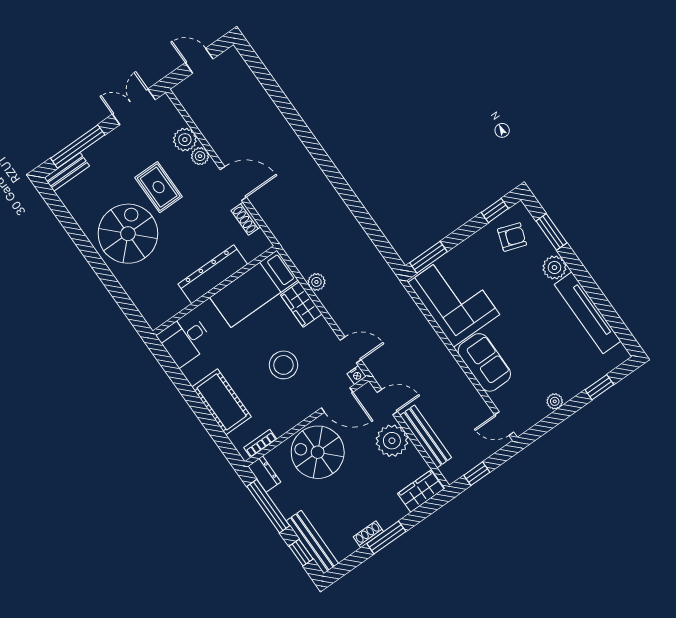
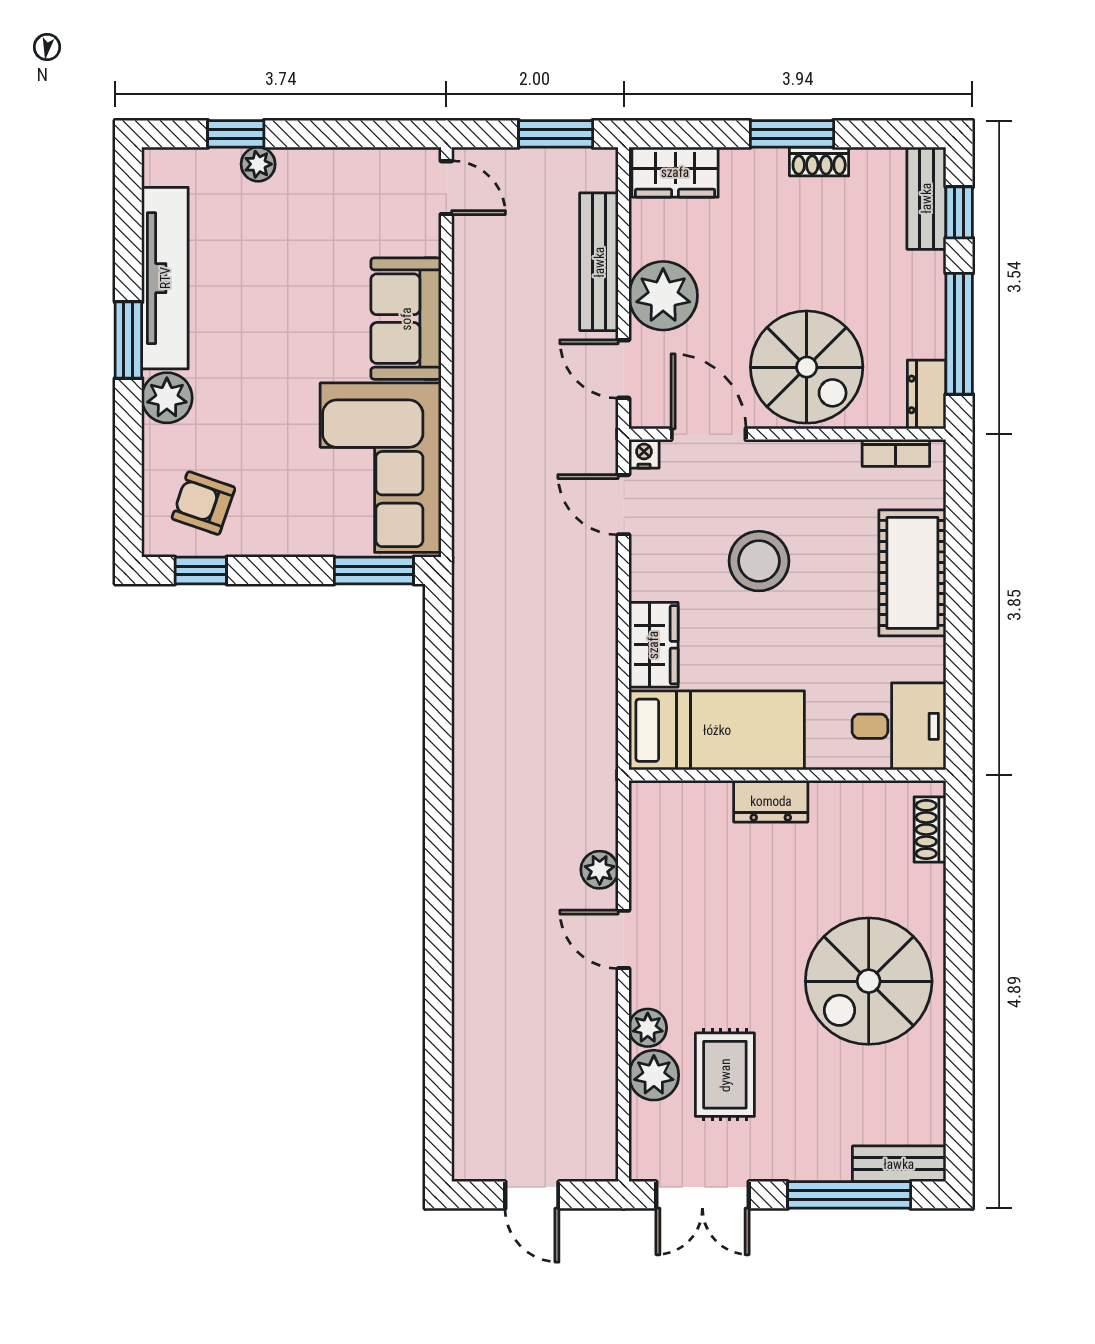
door: (233, 183) -> (624, 939), width x0.73
rug: (159, 187) -> (725, 1075), moved
shoe rack: (246, 219) -> (930, 829), moved, turned 180
window: (551, 232) -> (128, 340), moved
dresser: (213, 274) -> (771, 801), width x0.51, depth x0.80
plant: (316, 282) -> (600, 870), moved
plant: (555, 401) -> (258, 164), moved
window: (477, 474) -> (556, 134), width x1.50
bench: (312, 542) -> (926, 198), width x0.73

